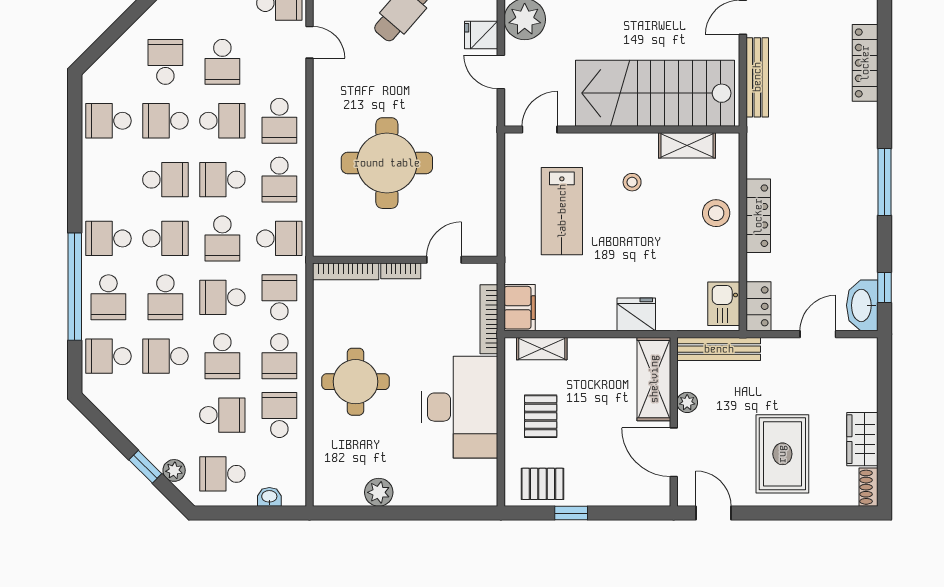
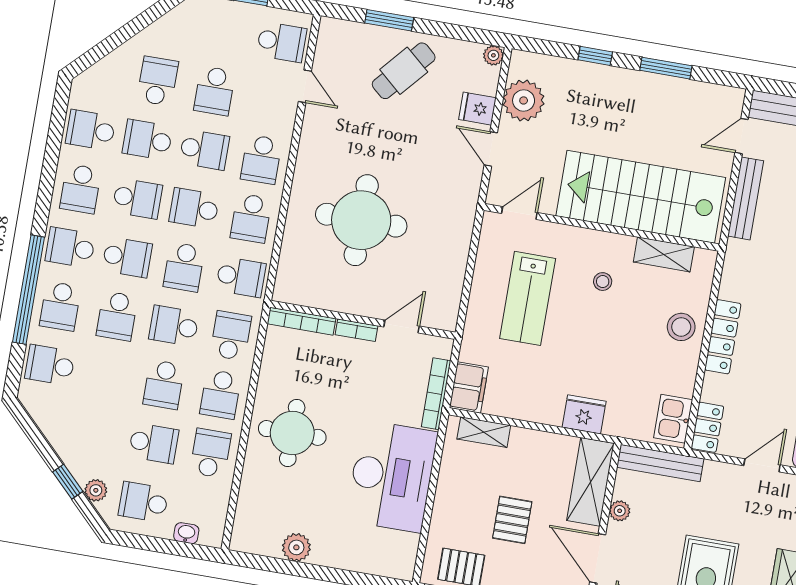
school desk: (165, 356) -> (80, 189), moved, turned -90
pallet: (541, 416) -> (512, 520), moved

